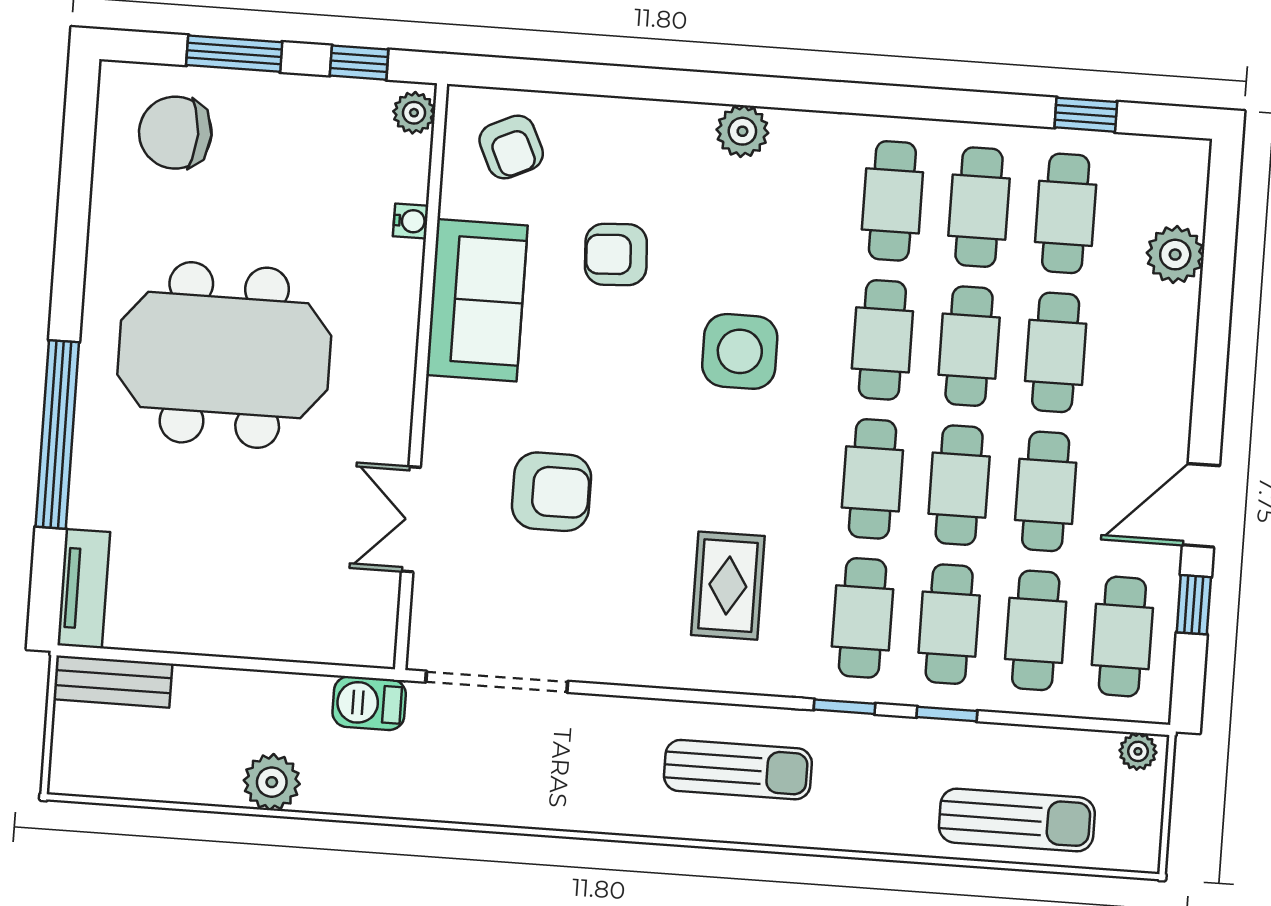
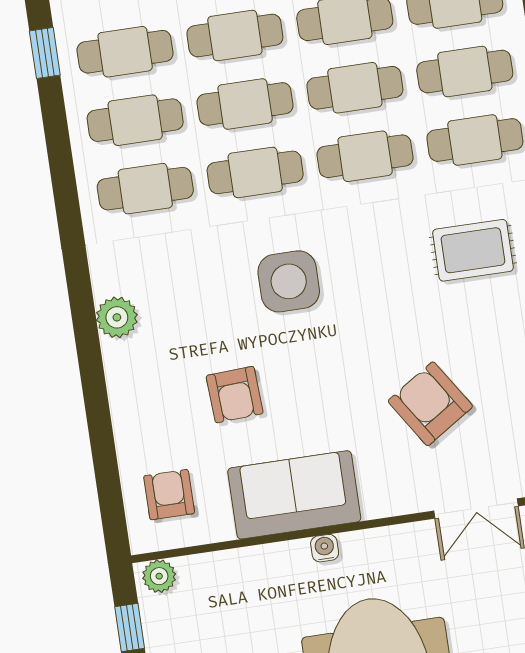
armchair: (511, 147) -> (169, 495), turned -65
water cooler: (411, 221) -> (325, 548), moved
armchair: (552, 492) -> (430, 404), turned -33

